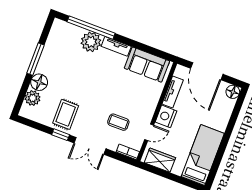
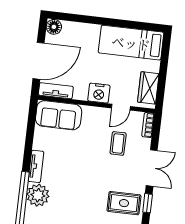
sofa: (147, 65) -> (59, 115), moved, turned 90
tv unit: (173, 92) -> (56, 91), moved
door: (149, 132) -> (121, 107), swing flipped

